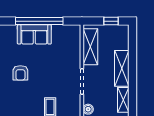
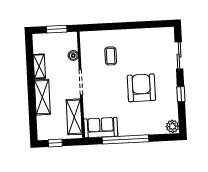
sofa: (34, 34) -> (101, 128), moved
armchair: (20, 73) -> (141, 88), width x1.88, depth x1.88

